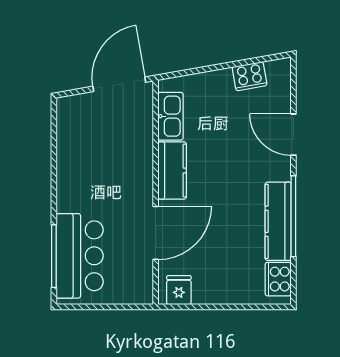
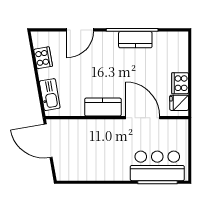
kitchen sink: (170, 116) -> (50, 95), moved, turned 80
kitchen counter: (278, 221) -> (135, 40), width x0.67
cooker: (278, 279) -> (180, 83), moved, turned 90

